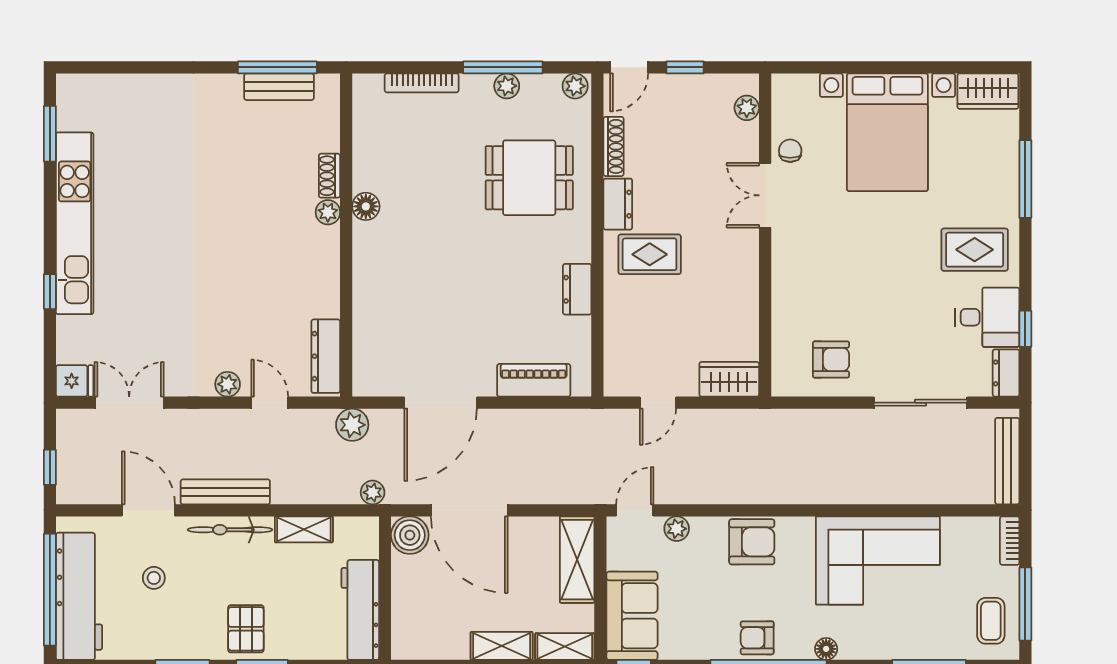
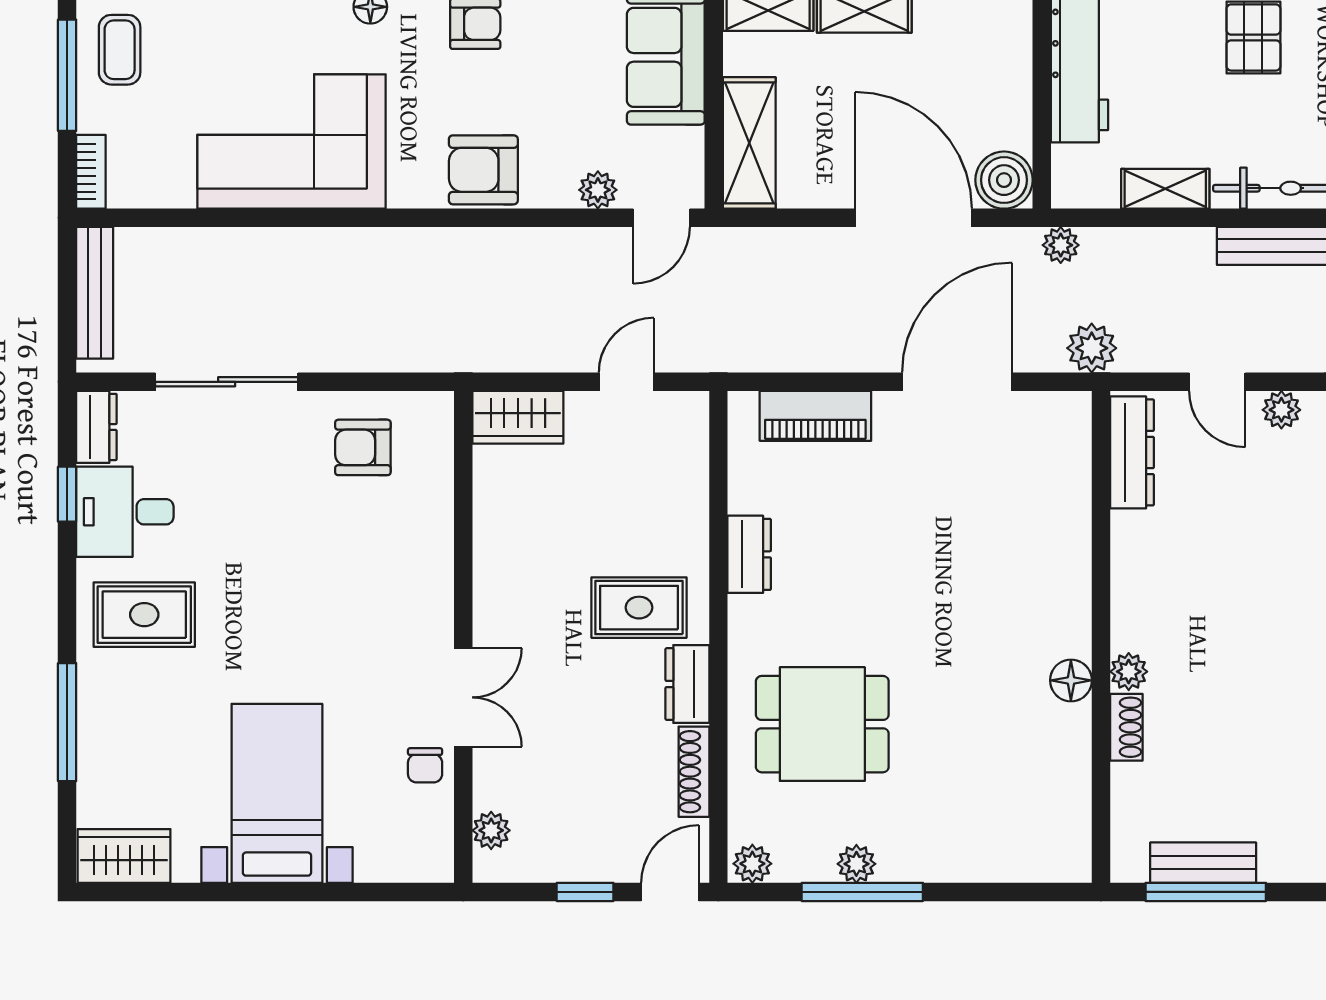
bookcase: (422, 83) -> (986, 868), removed
bed with nightstands: (887, 132) -> (277, 793), width x0.73

